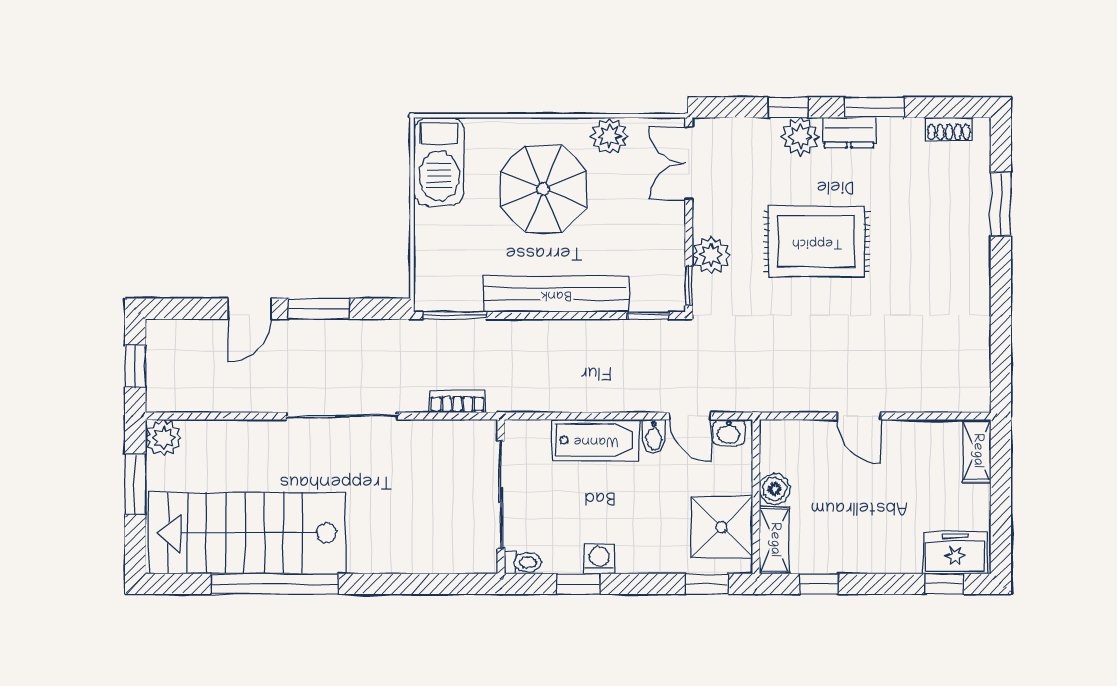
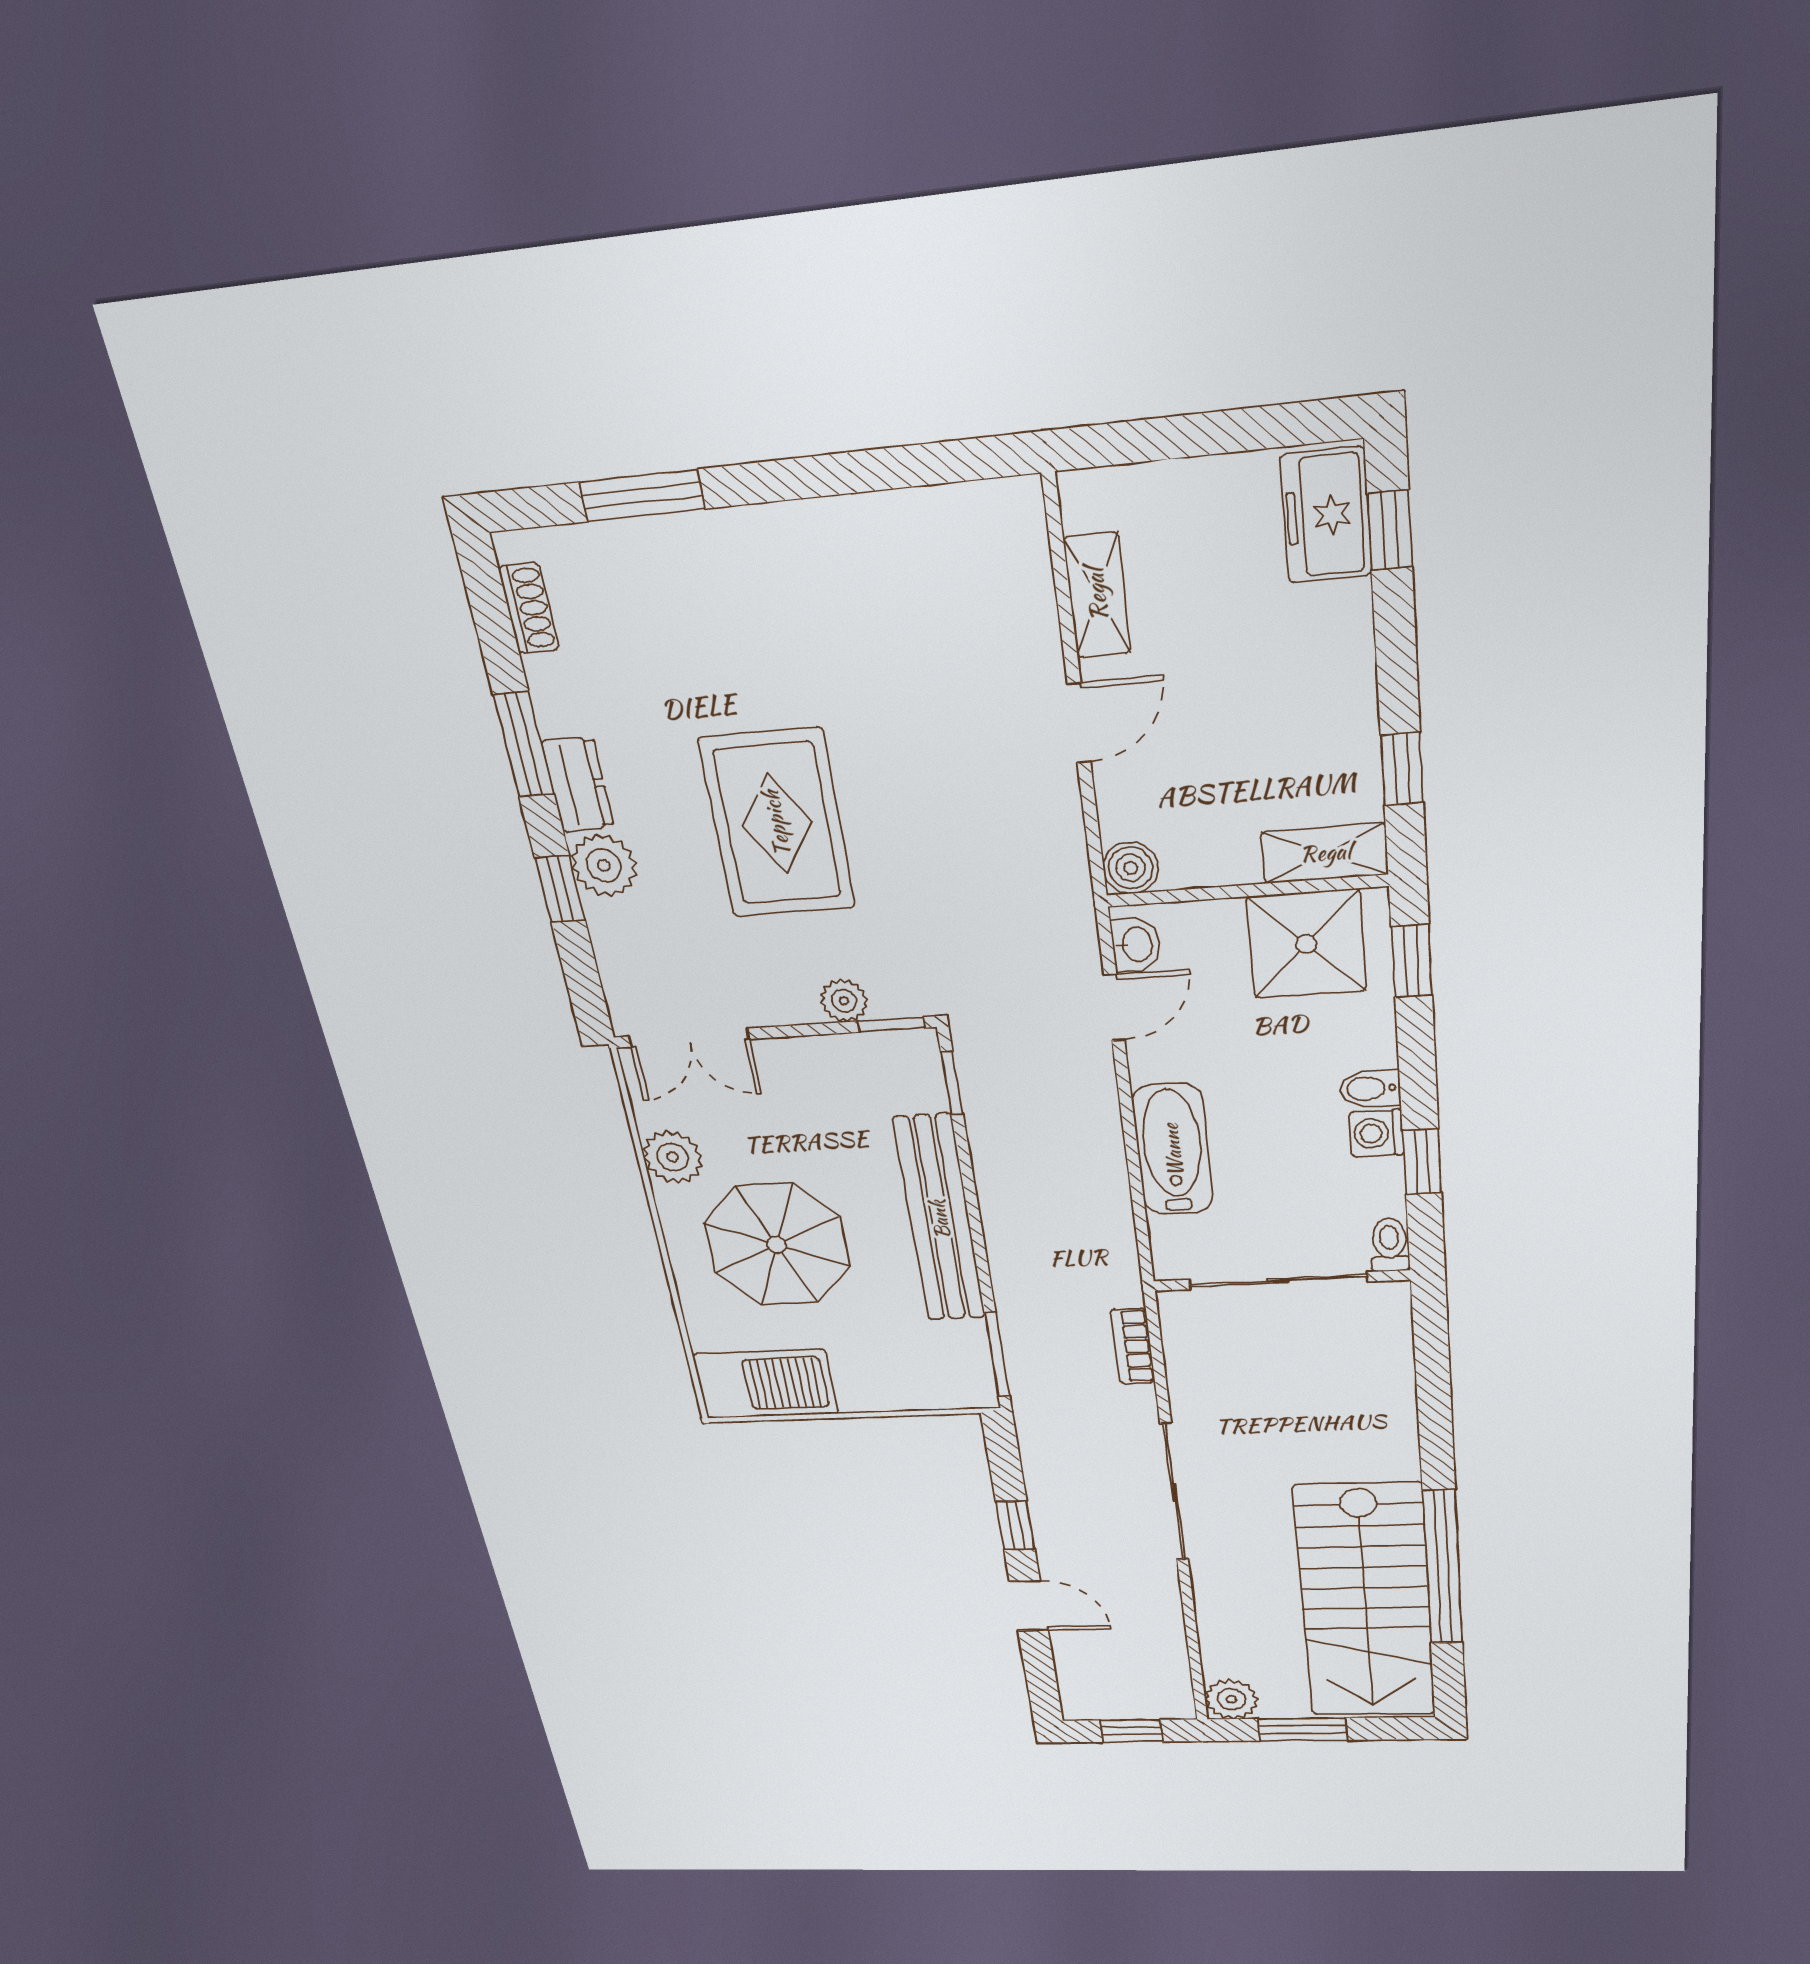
plant: (711, 255) -> (844, 1001), width x0.73, depth x0.73
window: (319, 309) -> (1015, 1525), width x0.67
bidet: (654, 437) -> (1370, 1089), moved, turned 180
shelving: (977, 451) -> (1097, 595), moved, turned 90
boiler: (774, 489) -> (1131, 868), moved

